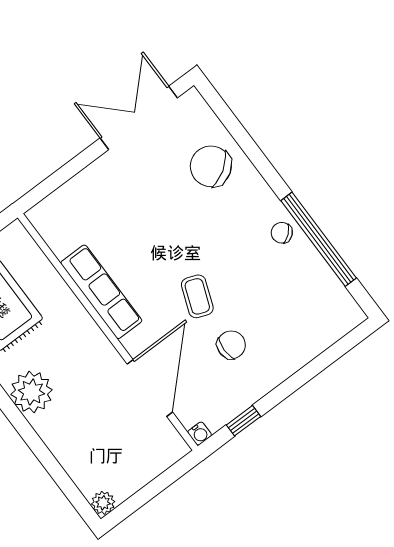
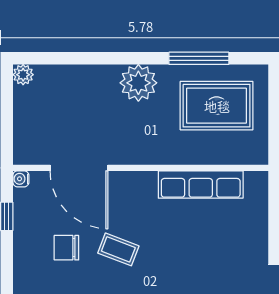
row of seats: (101, 292) -> (201, 185), moved
chair: (231, 345) -> (66, 248), turned 90

